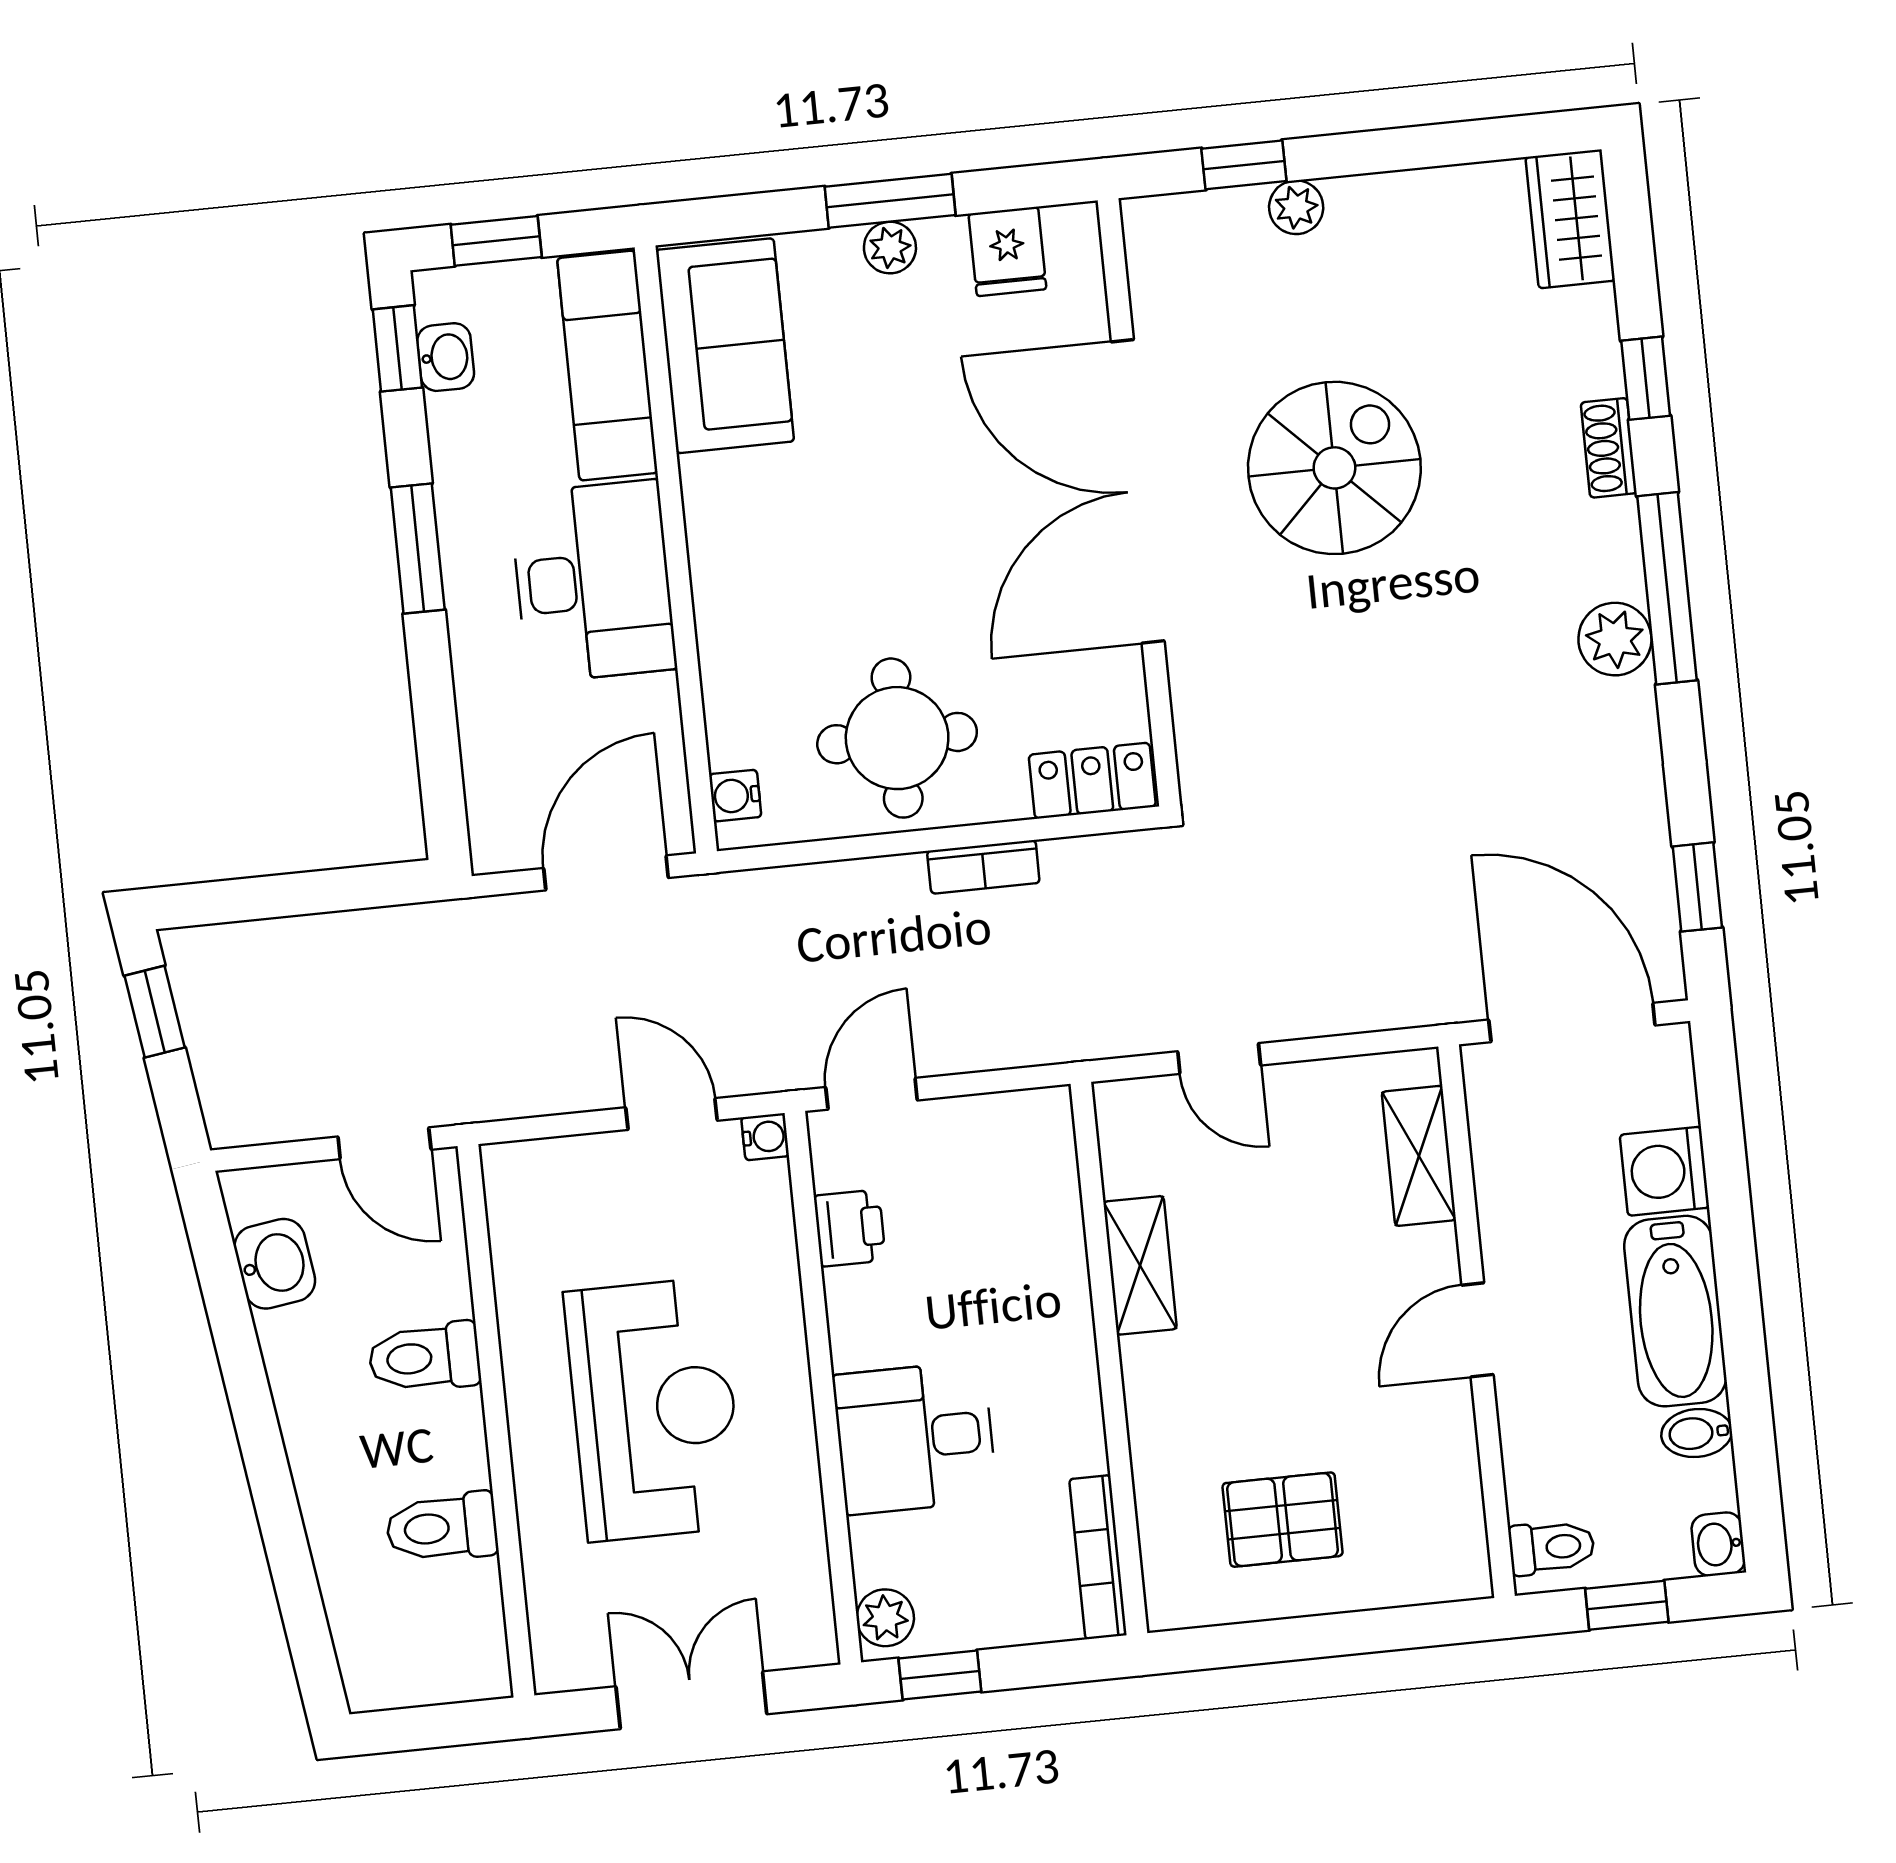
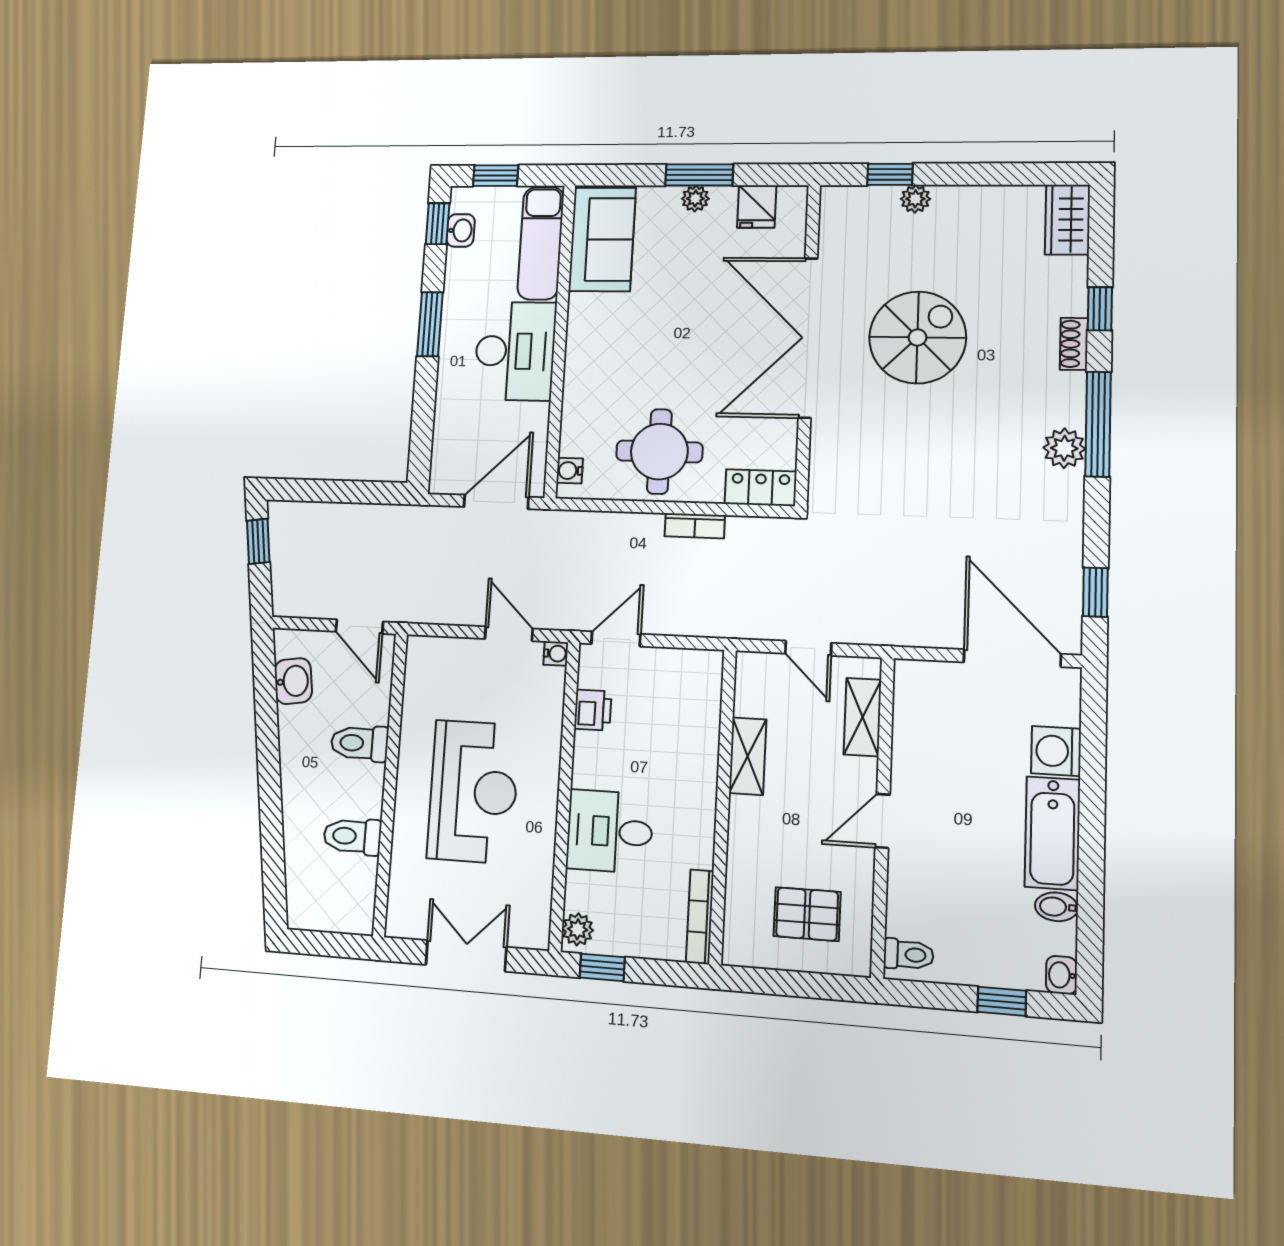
shelving: (1419, 1156) -> (862, 717), moved
wall: (1477, 1321) -> (883, 816), moved
door: (1477, 1330) -> (882, 821), moved
toilet: (1552, 1547) -> (909, 955), moved

